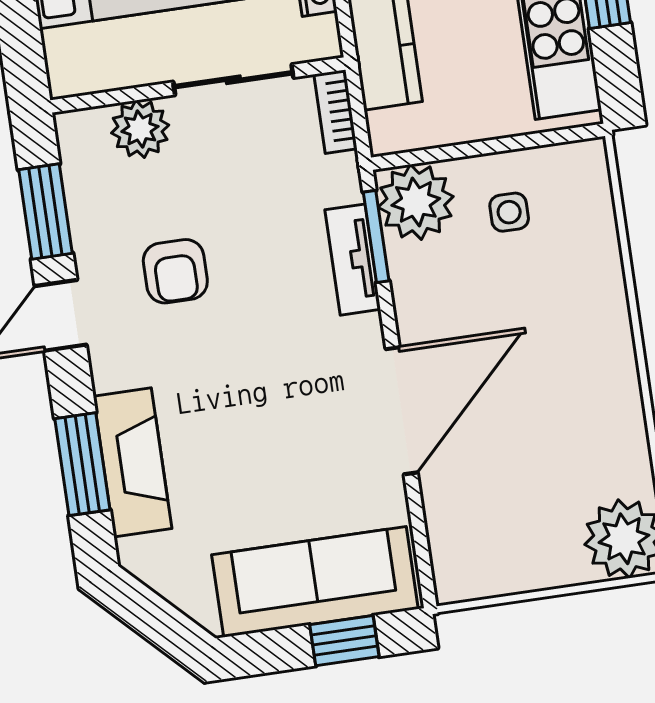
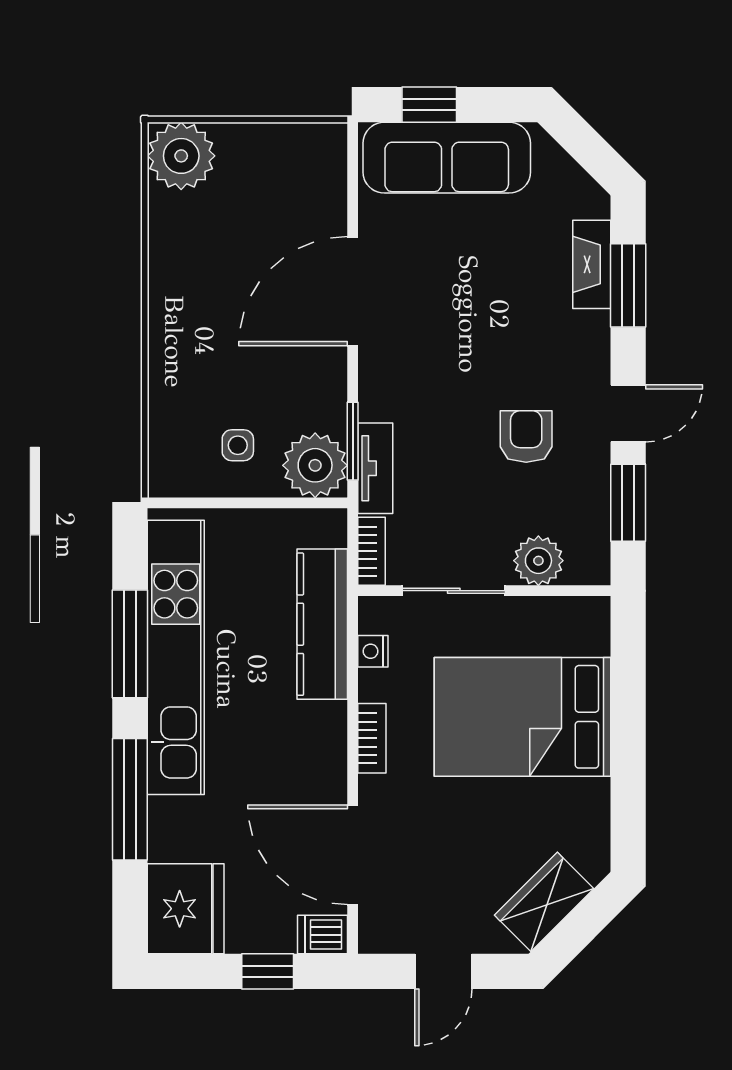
tv unit: (353, 260) -> (375, 468), moved
fireplace: (133, 462) -> (592, 264), width x0.73, depth x0.76

